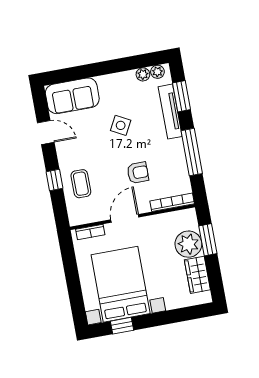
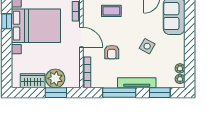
tv unit: (170, 112) -> (137, 83), moved

